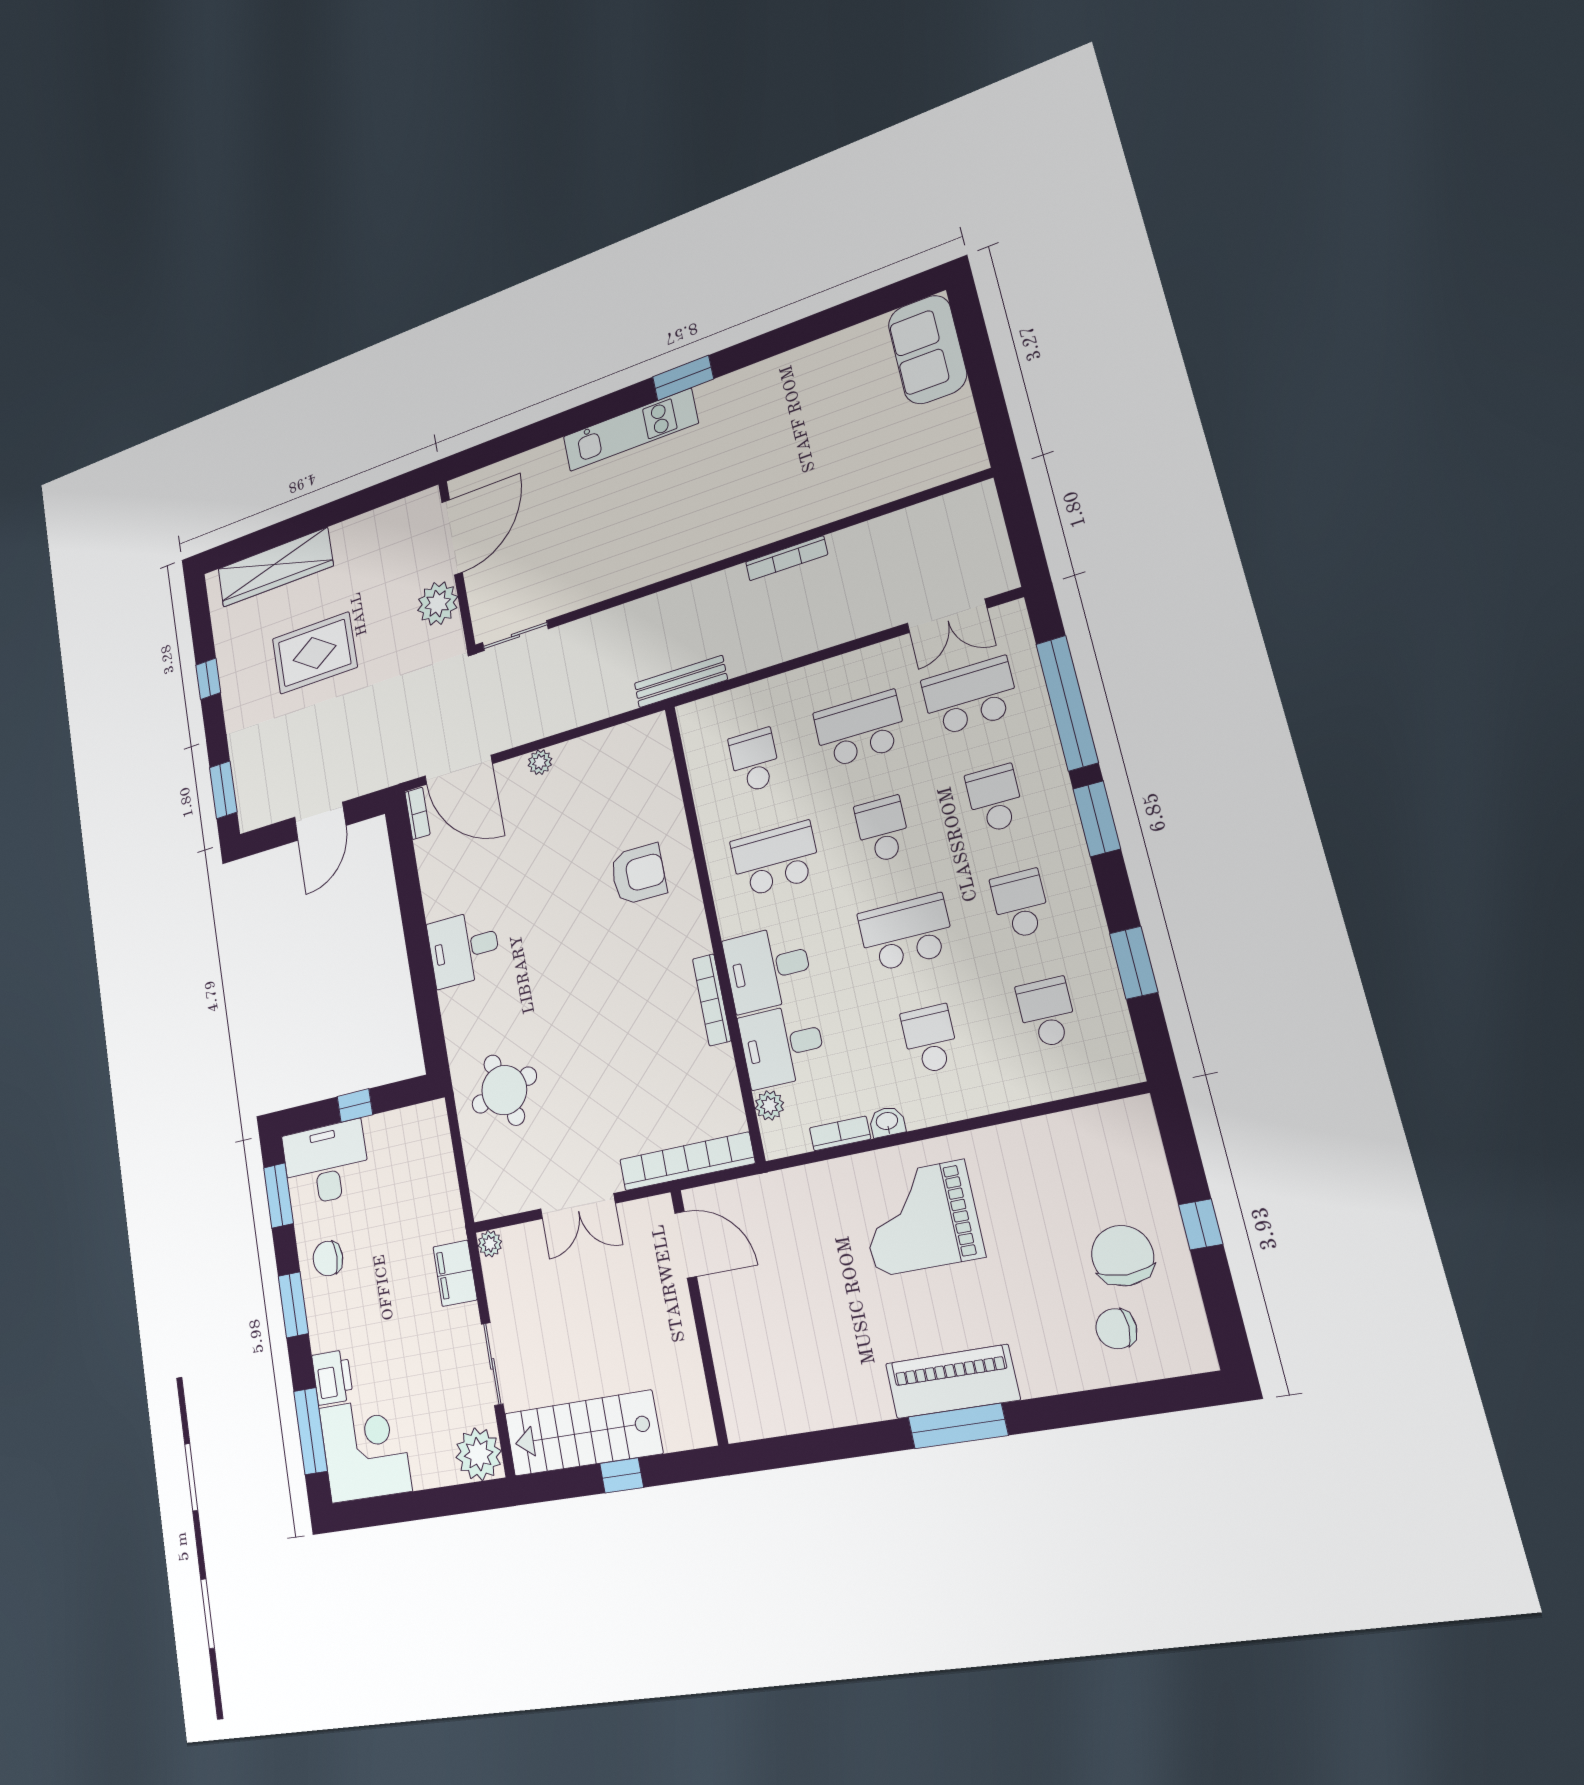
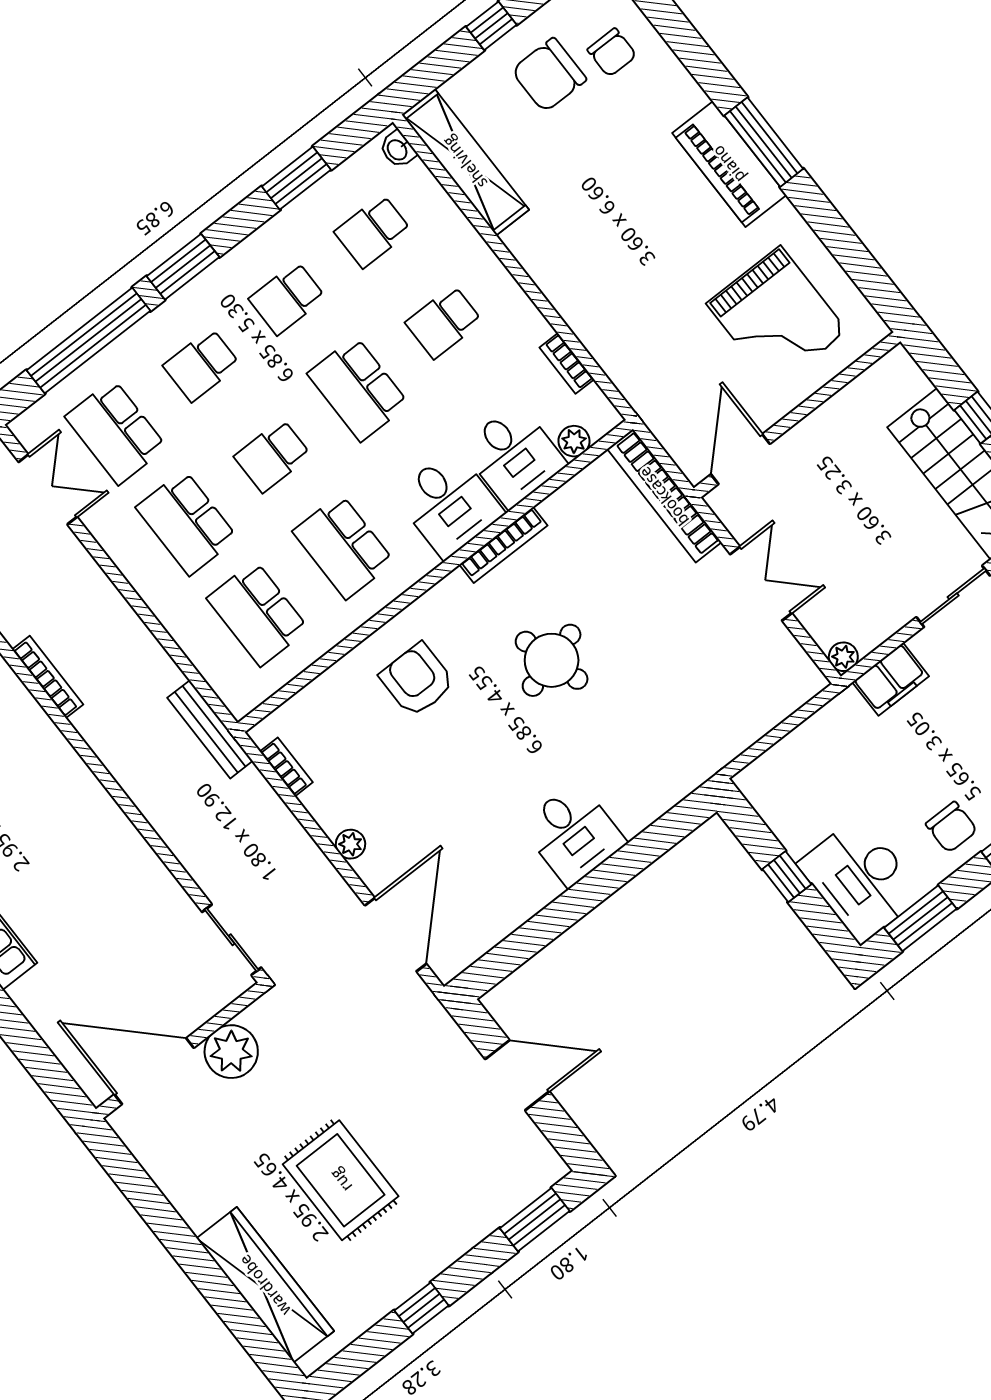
school desk: (754, 760) -> (258, 614), width x1.85
bookcase: (417, 813) -> (286, 767), moved, turned 90
round table: (504, 1090) -> (552, 660), moved
washbasin: (887, 1122) -> (398, 149), moved
shelving: (1073, 1132) -> (465, 162), added
grand piano: (920, 1218) -> (777, 317), moved

